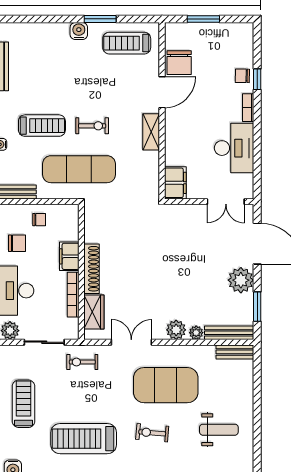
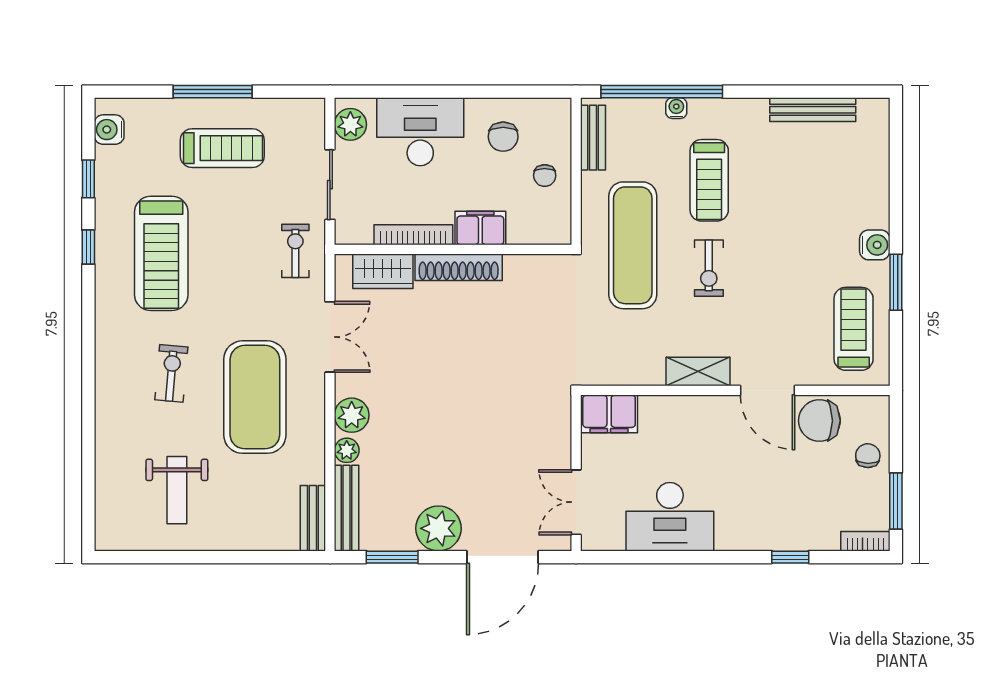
window: (203, 19) -> (896, 501), moved
chair: (242, 76) -> (868, 456), moved
bookcase: (248, 108) -> (865, 541), moved
treadmill: (84, 439) -> (161, 253), turned 180

